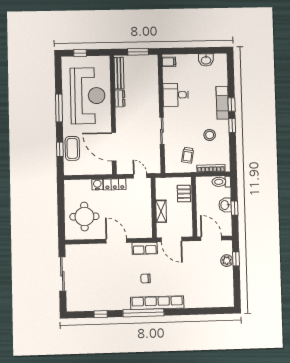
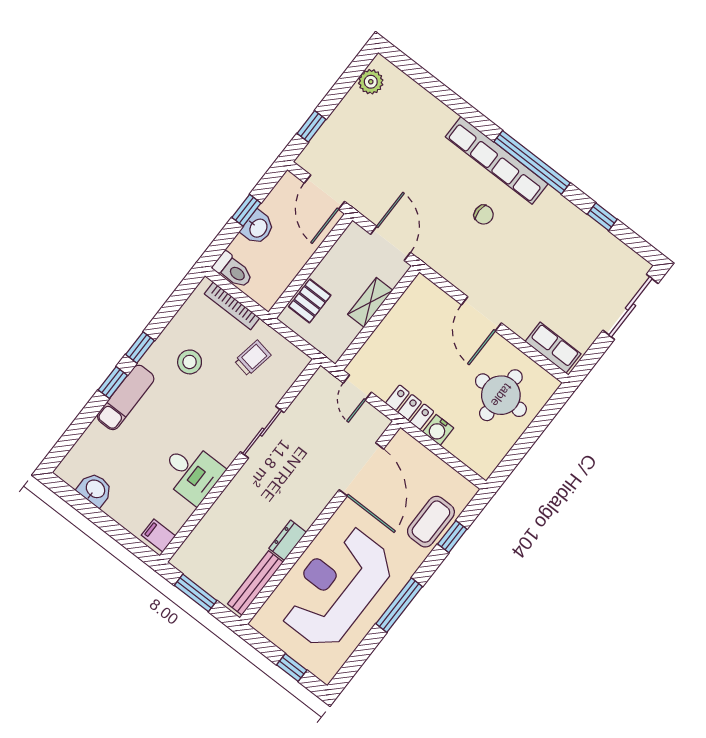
row of seats: (145, 248) -> (553, 348), moved
plant: (227, 261) -> (371, 82), moved
sliding door: (62, 274) -> (630, 307), moved

